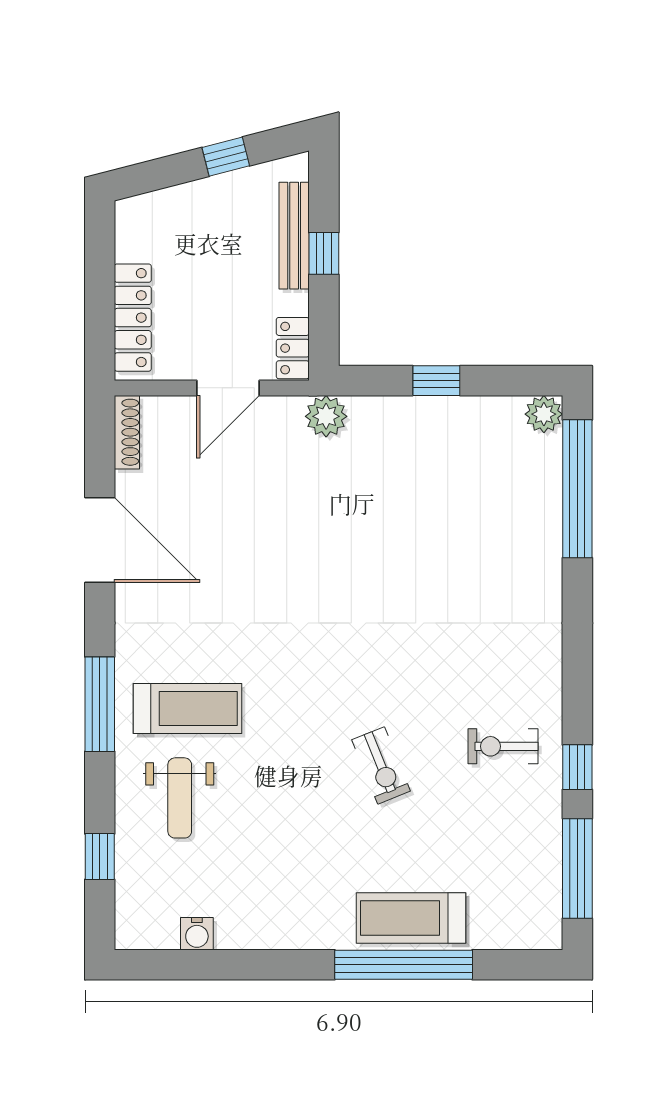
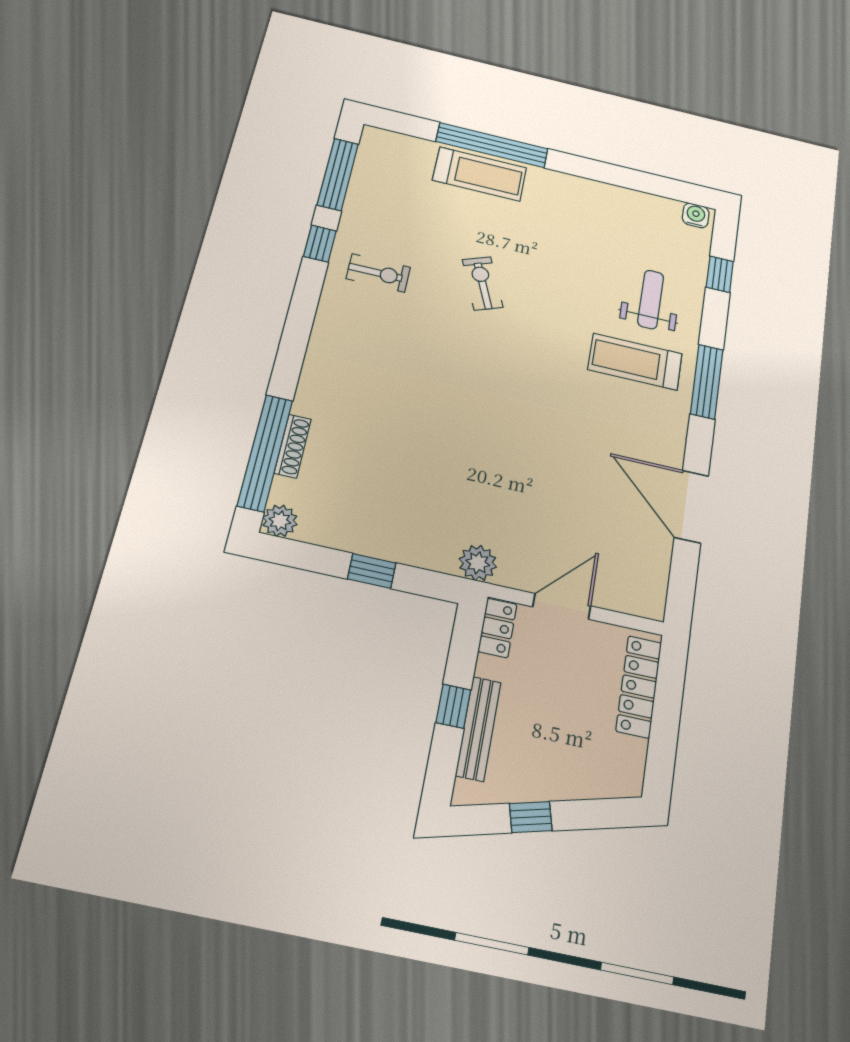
shoe rack: (127, 432) -> (293, 446), moved, turned 180
water cooler: (197, 934) -> (696, 215), moved

